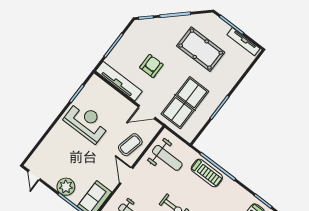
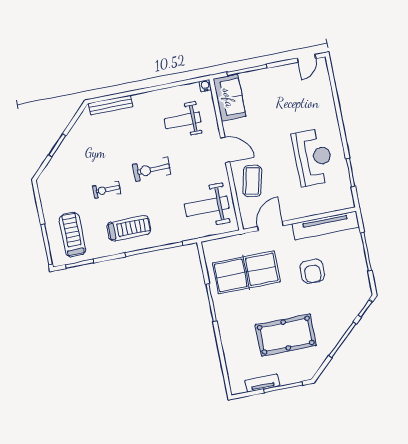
tv unit: (243, 42) -> (262, 383), width x0.71
table tennis table: (185, 103) -> (246, 272), turned 90
reception desk: (87, 122) -> (313, 157), turned -90
treadmill: (207, 173) -> (129, 228), moved, turned 180
door: (34, 175) -> (307, 58), swing flipped
plant: (66, 187) -> (267, 80), removed

